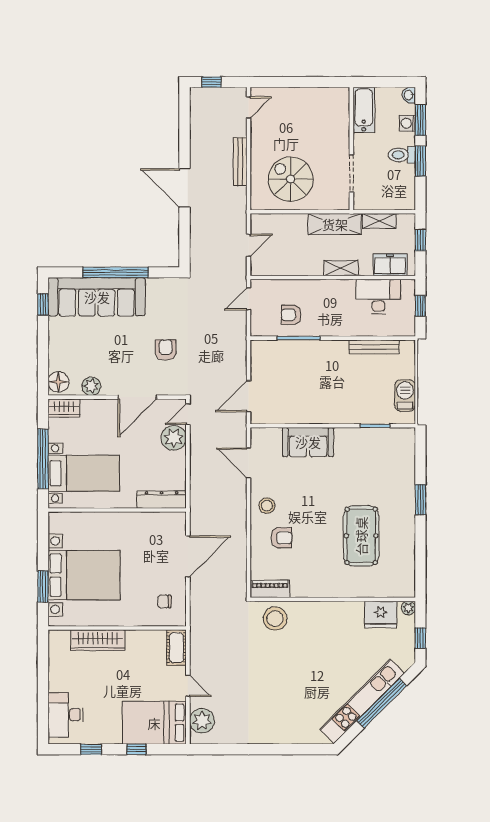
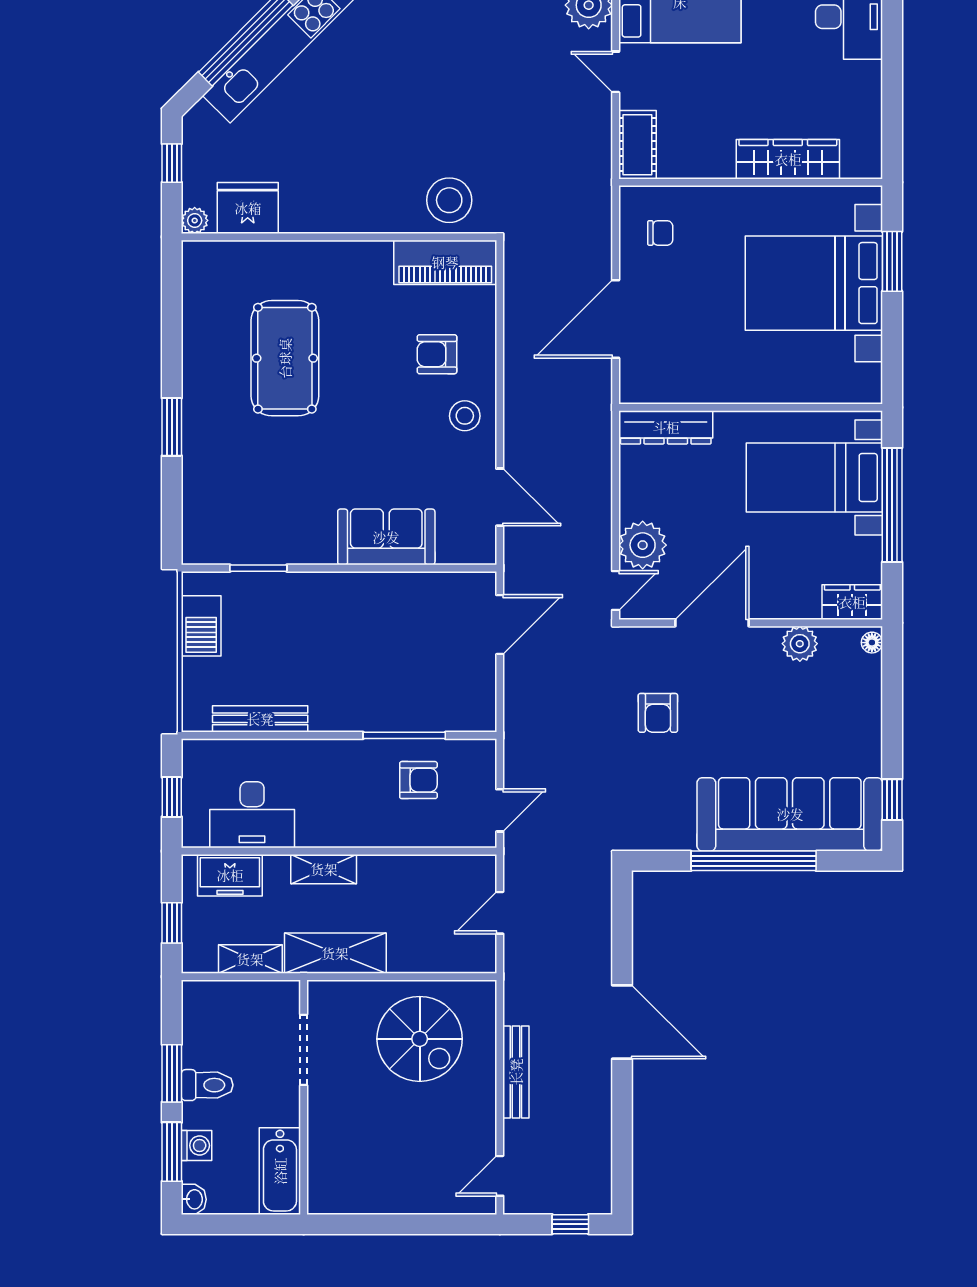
floor lamp: (58, 382) -> (872, 643), width x0.53, depth x0.53
piano: (270, 589) -> (445, 262), width x1.37, depth x1.33

